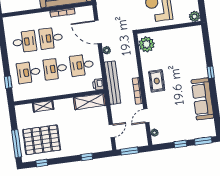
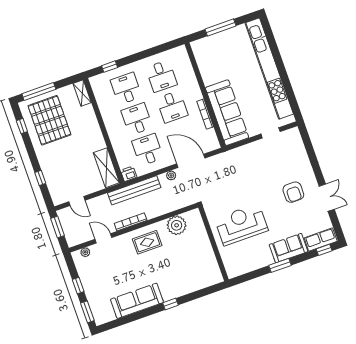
plant: (195, 16) -> (233, 271), removed
door: (98, 32) -> (191, 161), hinge flipped
desk: (51, 38) -> (172, 107), turned 180
plant: (147, 44) -> (177, 225), moved
shelving: (43, 106) -> (82, 93), moved

